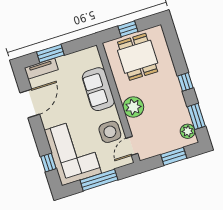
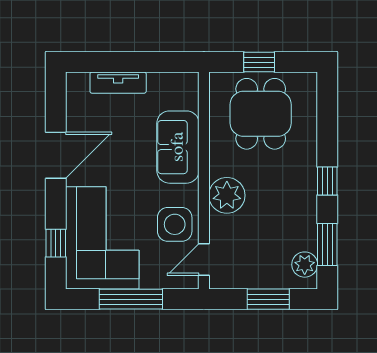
window: (50, 53) -> (117, 62), removed
tv unit: (41, 69) -> (118, 83), moved
door: (30, 103) -> (56, 155), moved

